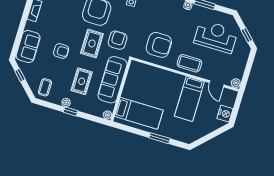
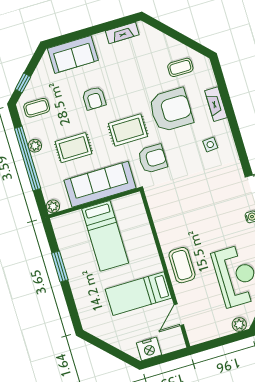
armchair: (159, 45) -> (180, 213), removed
window: (20, 75) -> (23, 83), moved
plant: (236, 83) -> (239, 324), moved
window: (71, 111) -> (28, 158), width x3.17
bed: (139, 113) -> (105, 236), moved
window: (160, 138) -> (60, 267), moved

